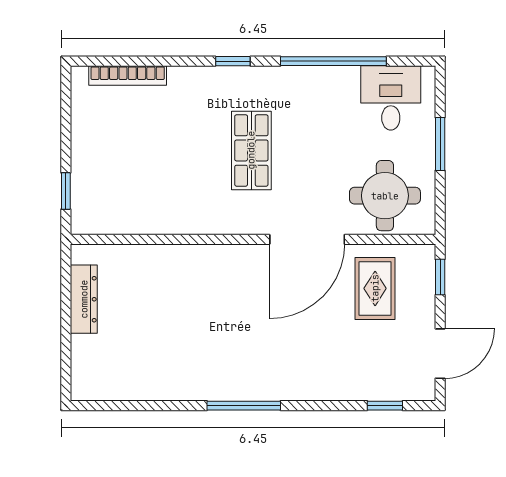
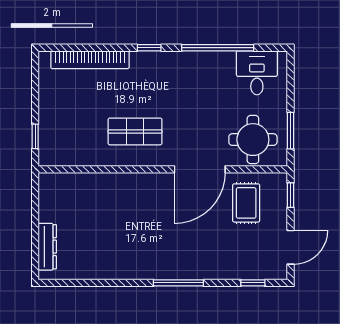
bookcase: (128, 76) -> (90, 60), width x1.48, depth x1.31
window: (440, 144) -> (291, 131), moved
shop shelf: (251, 150) -> (135, 131), moved, turned 90
dresser: (84, 299) -> (47, 247), moved
window: (244, 406) -> (178, 283), moved

